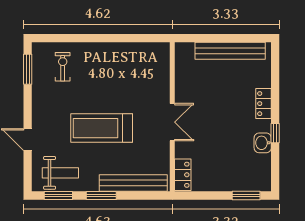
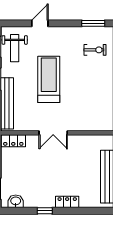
washbasin: (263, 143) -> (16, 201), moved

